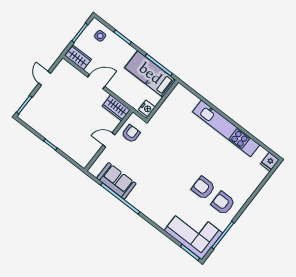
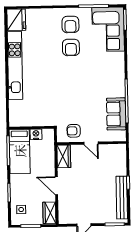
nightstand: (147, 108) -> (36, 134), moved
bench: (42, 129) -> (122, 198), added
fridge: (270, 162) -> (16, 20), width x1.88, depth x1.34

